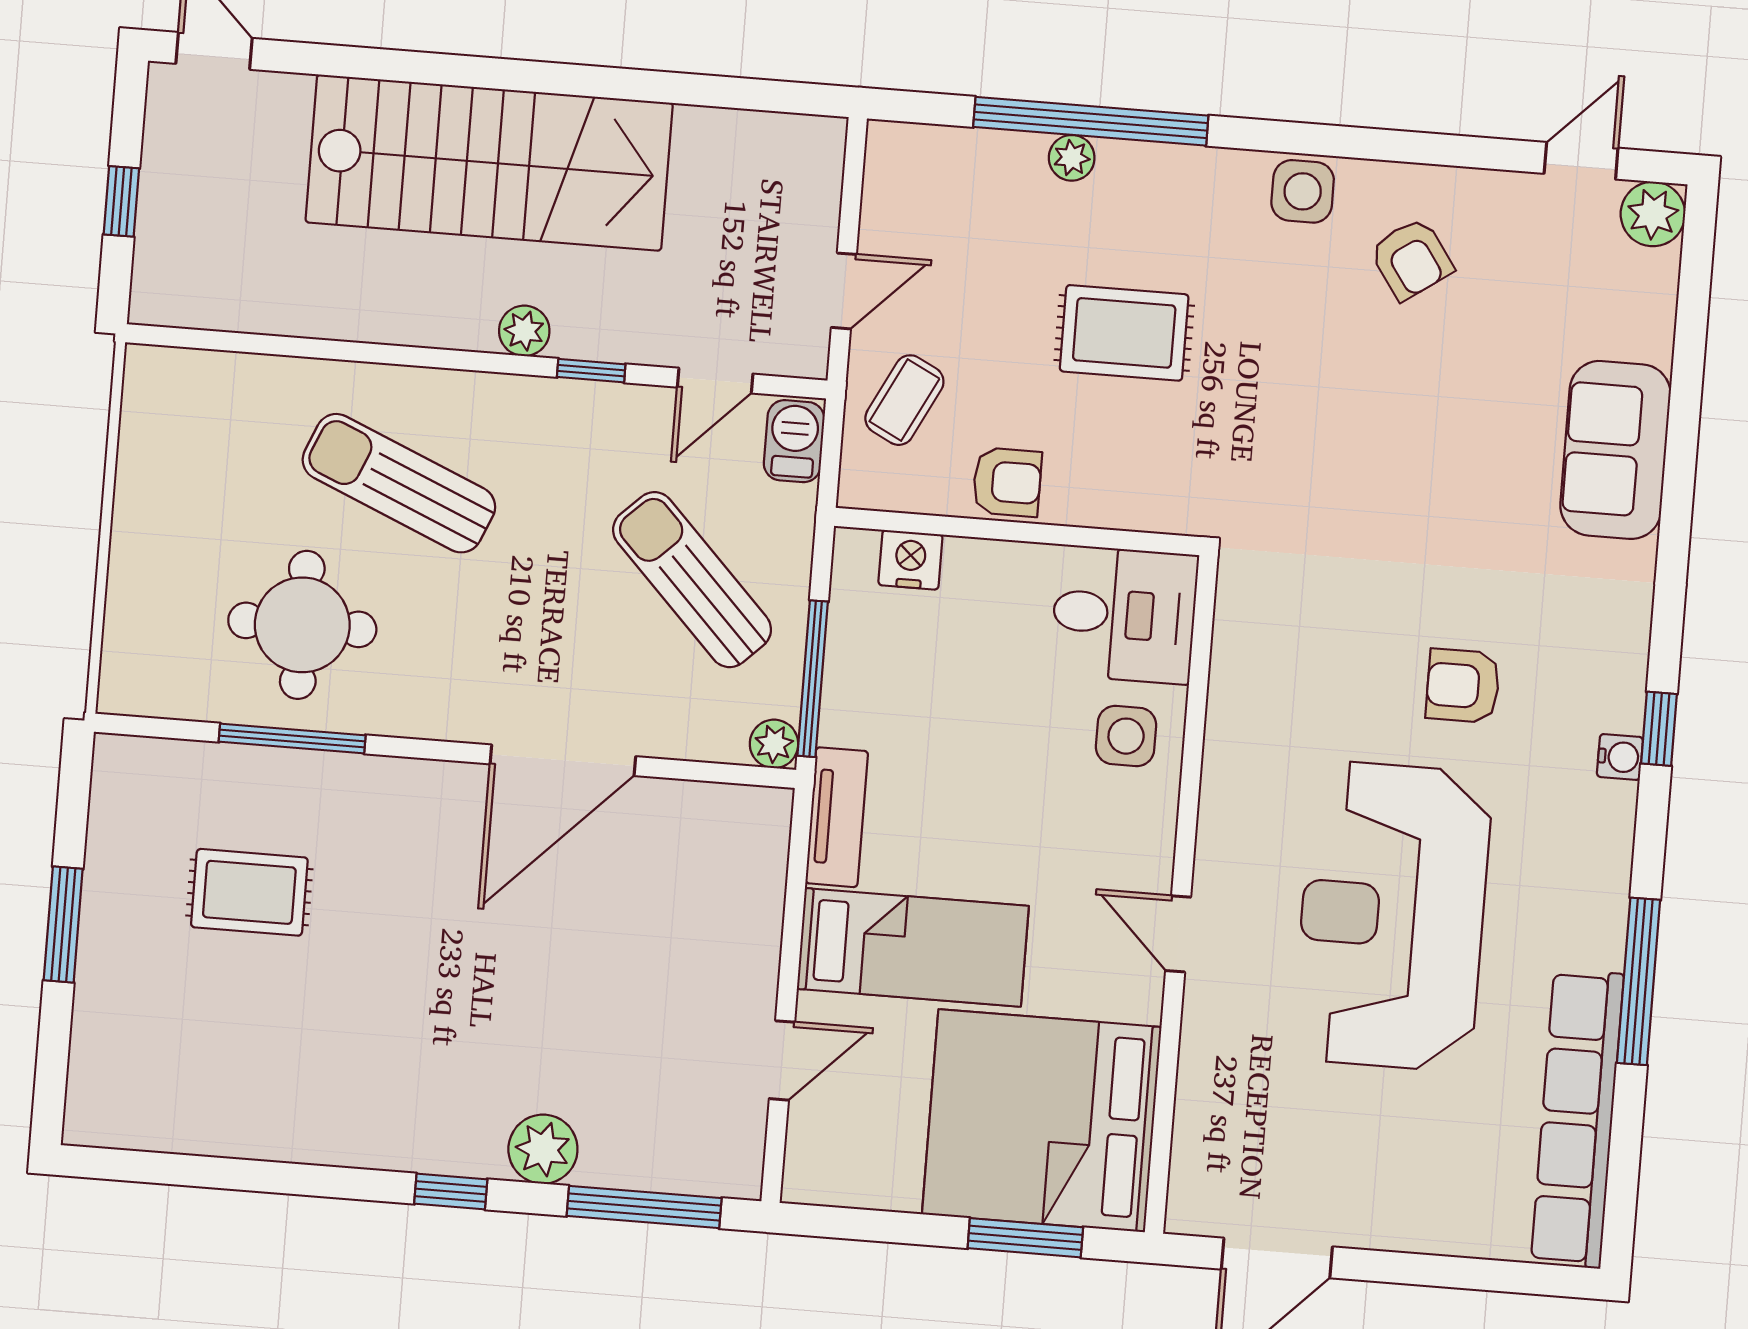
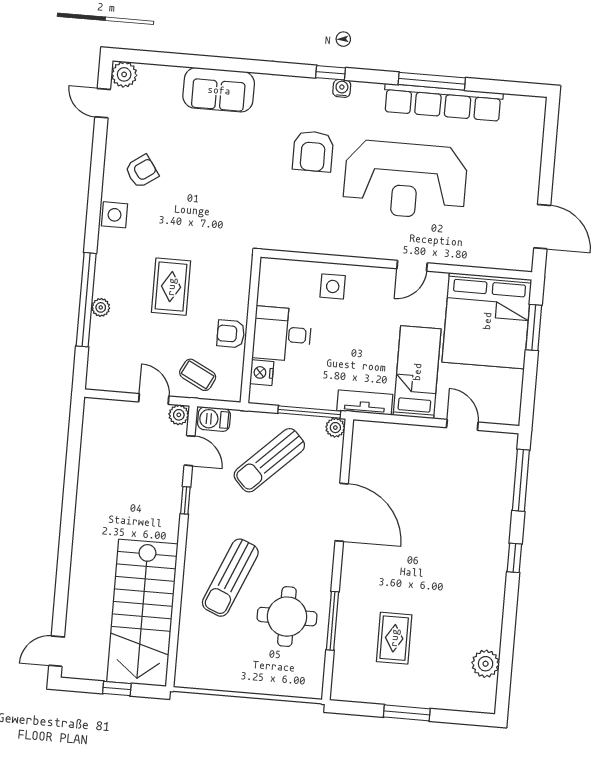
stairs: (489, 163) -> (142, 613), moved, turned 180
plant: (524, 331) -> (179, 415), moved
armchair: (1007, 482) -> (231, 334), turned -90
desk: (1124, 615) -> (282, 334), moved, turned -90
armchair: (1463, 686) -> (313, 151), width x1.38, depth x1.38
row of seats: (1577, 1119) -> (443, 102), moved
plant: (543, 1149) -> (486, 664), moved

